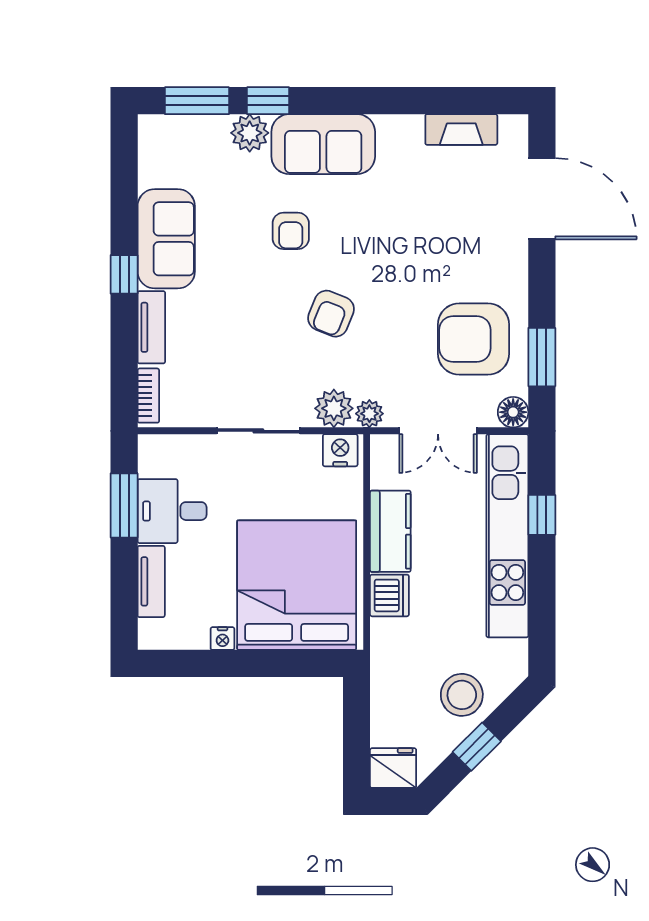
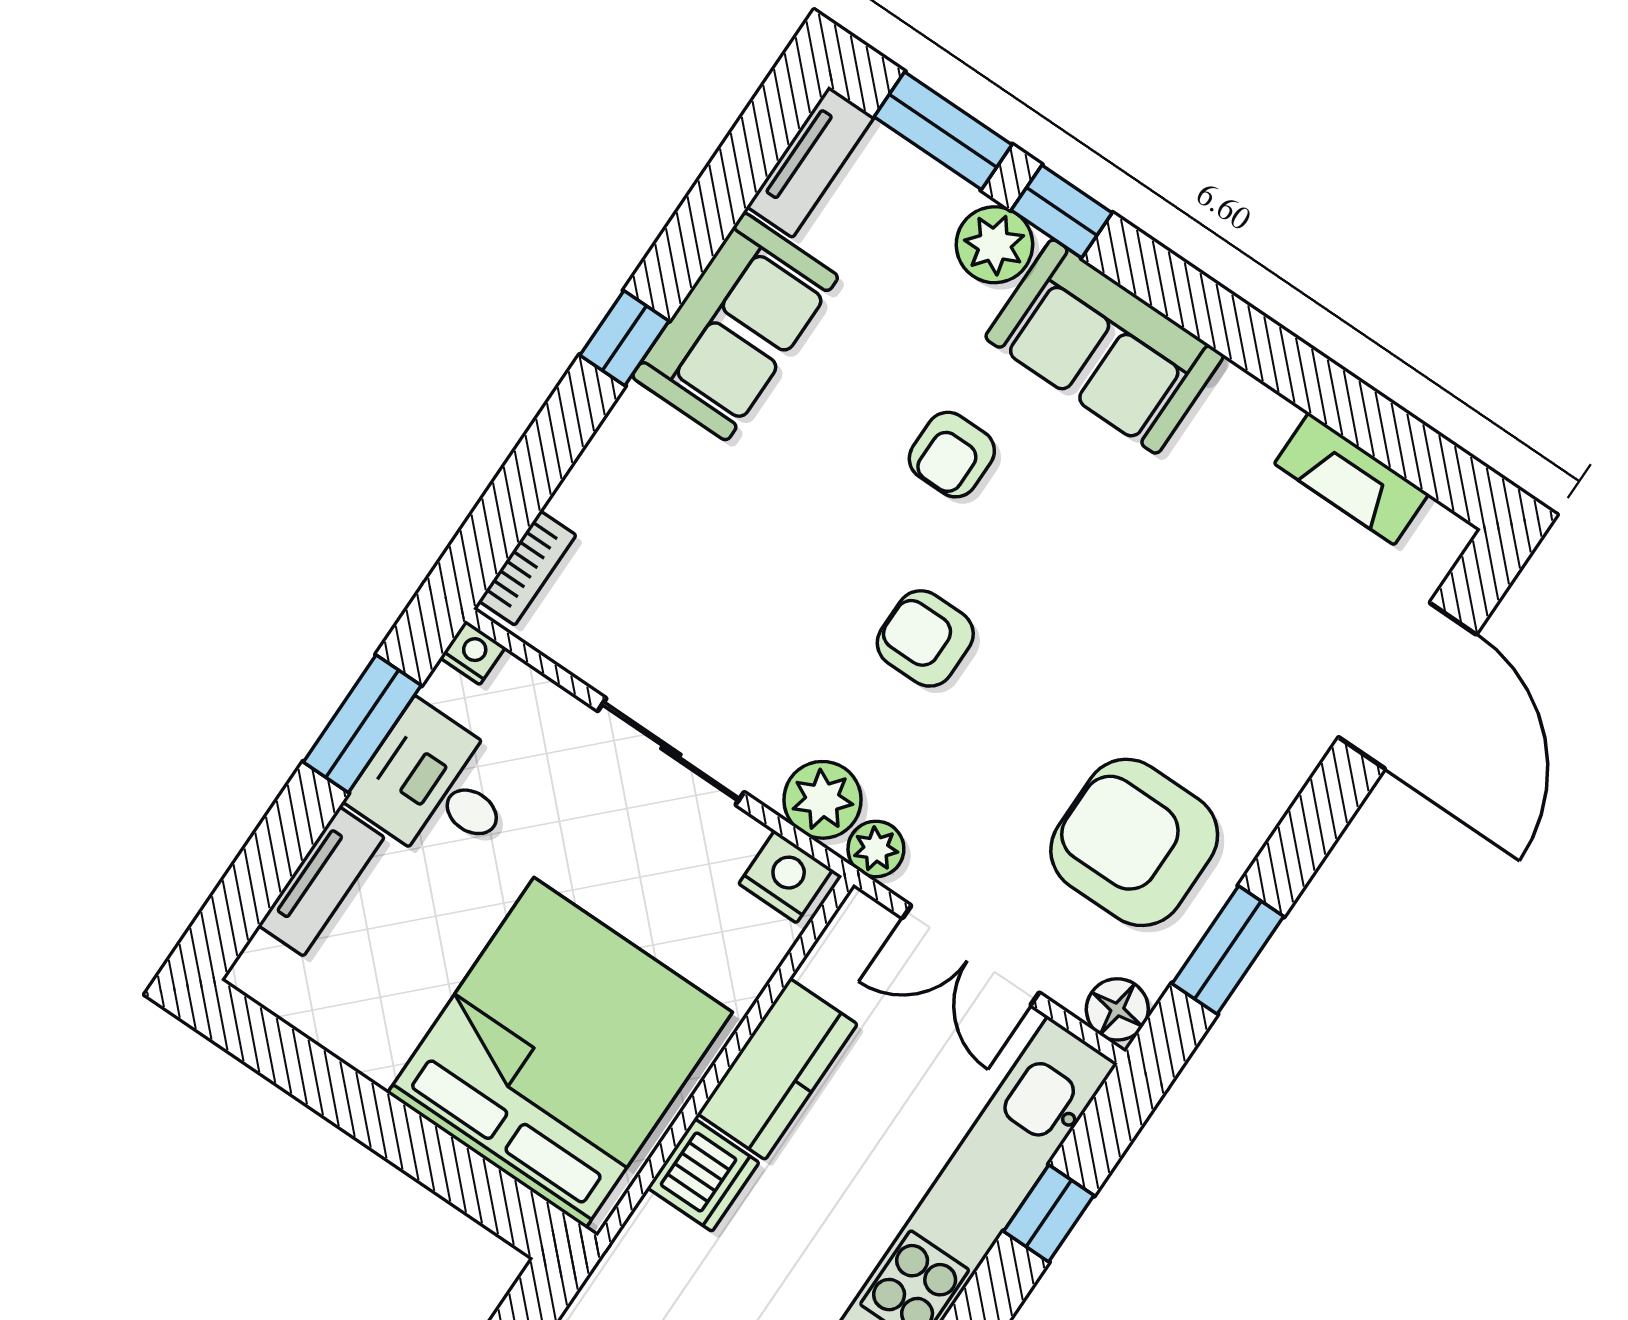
armchair: (331, 314) -> (925, 638), turned 68
tv unit: (151, 327) -> (811, 162), moved
nightstand: (222, 639) -> (473, 653), moved, turned 180

